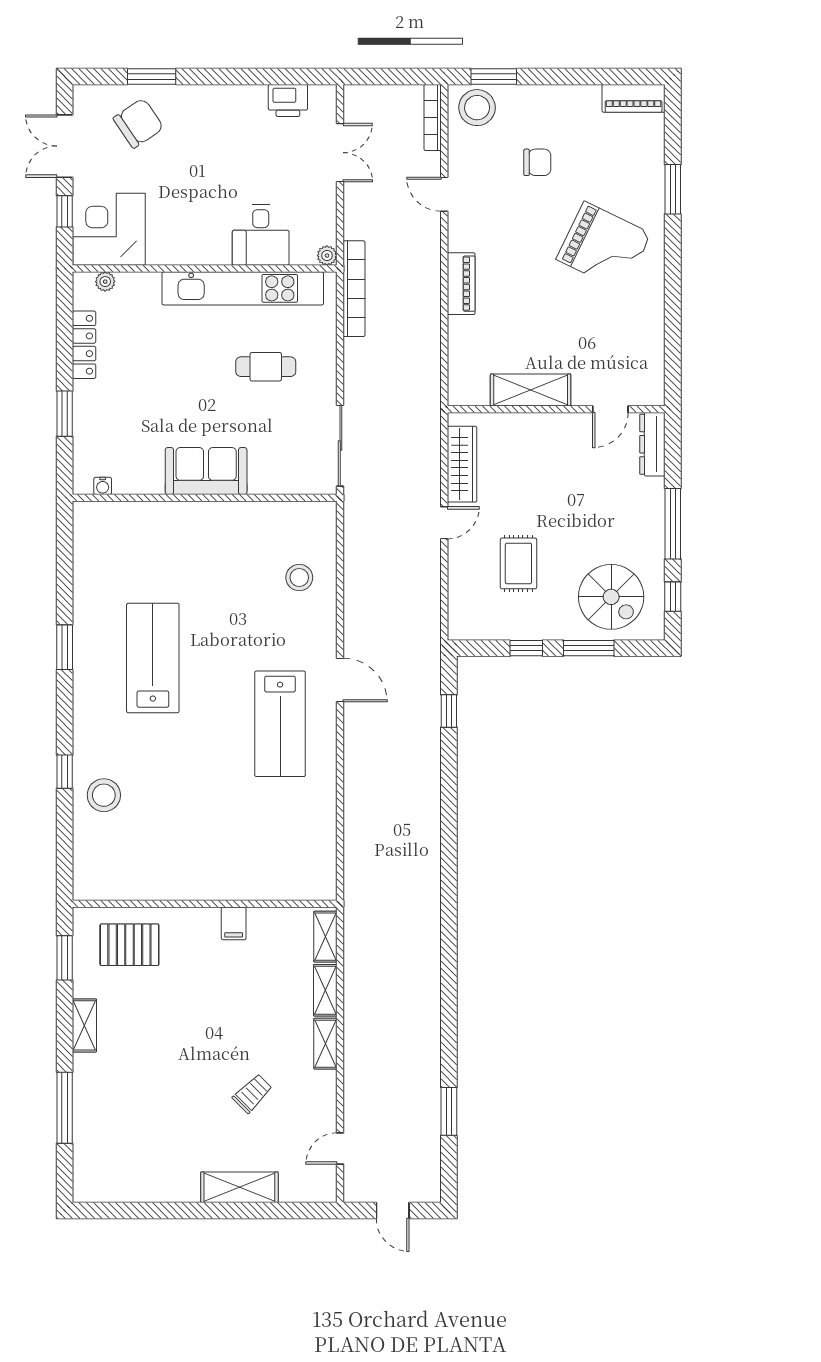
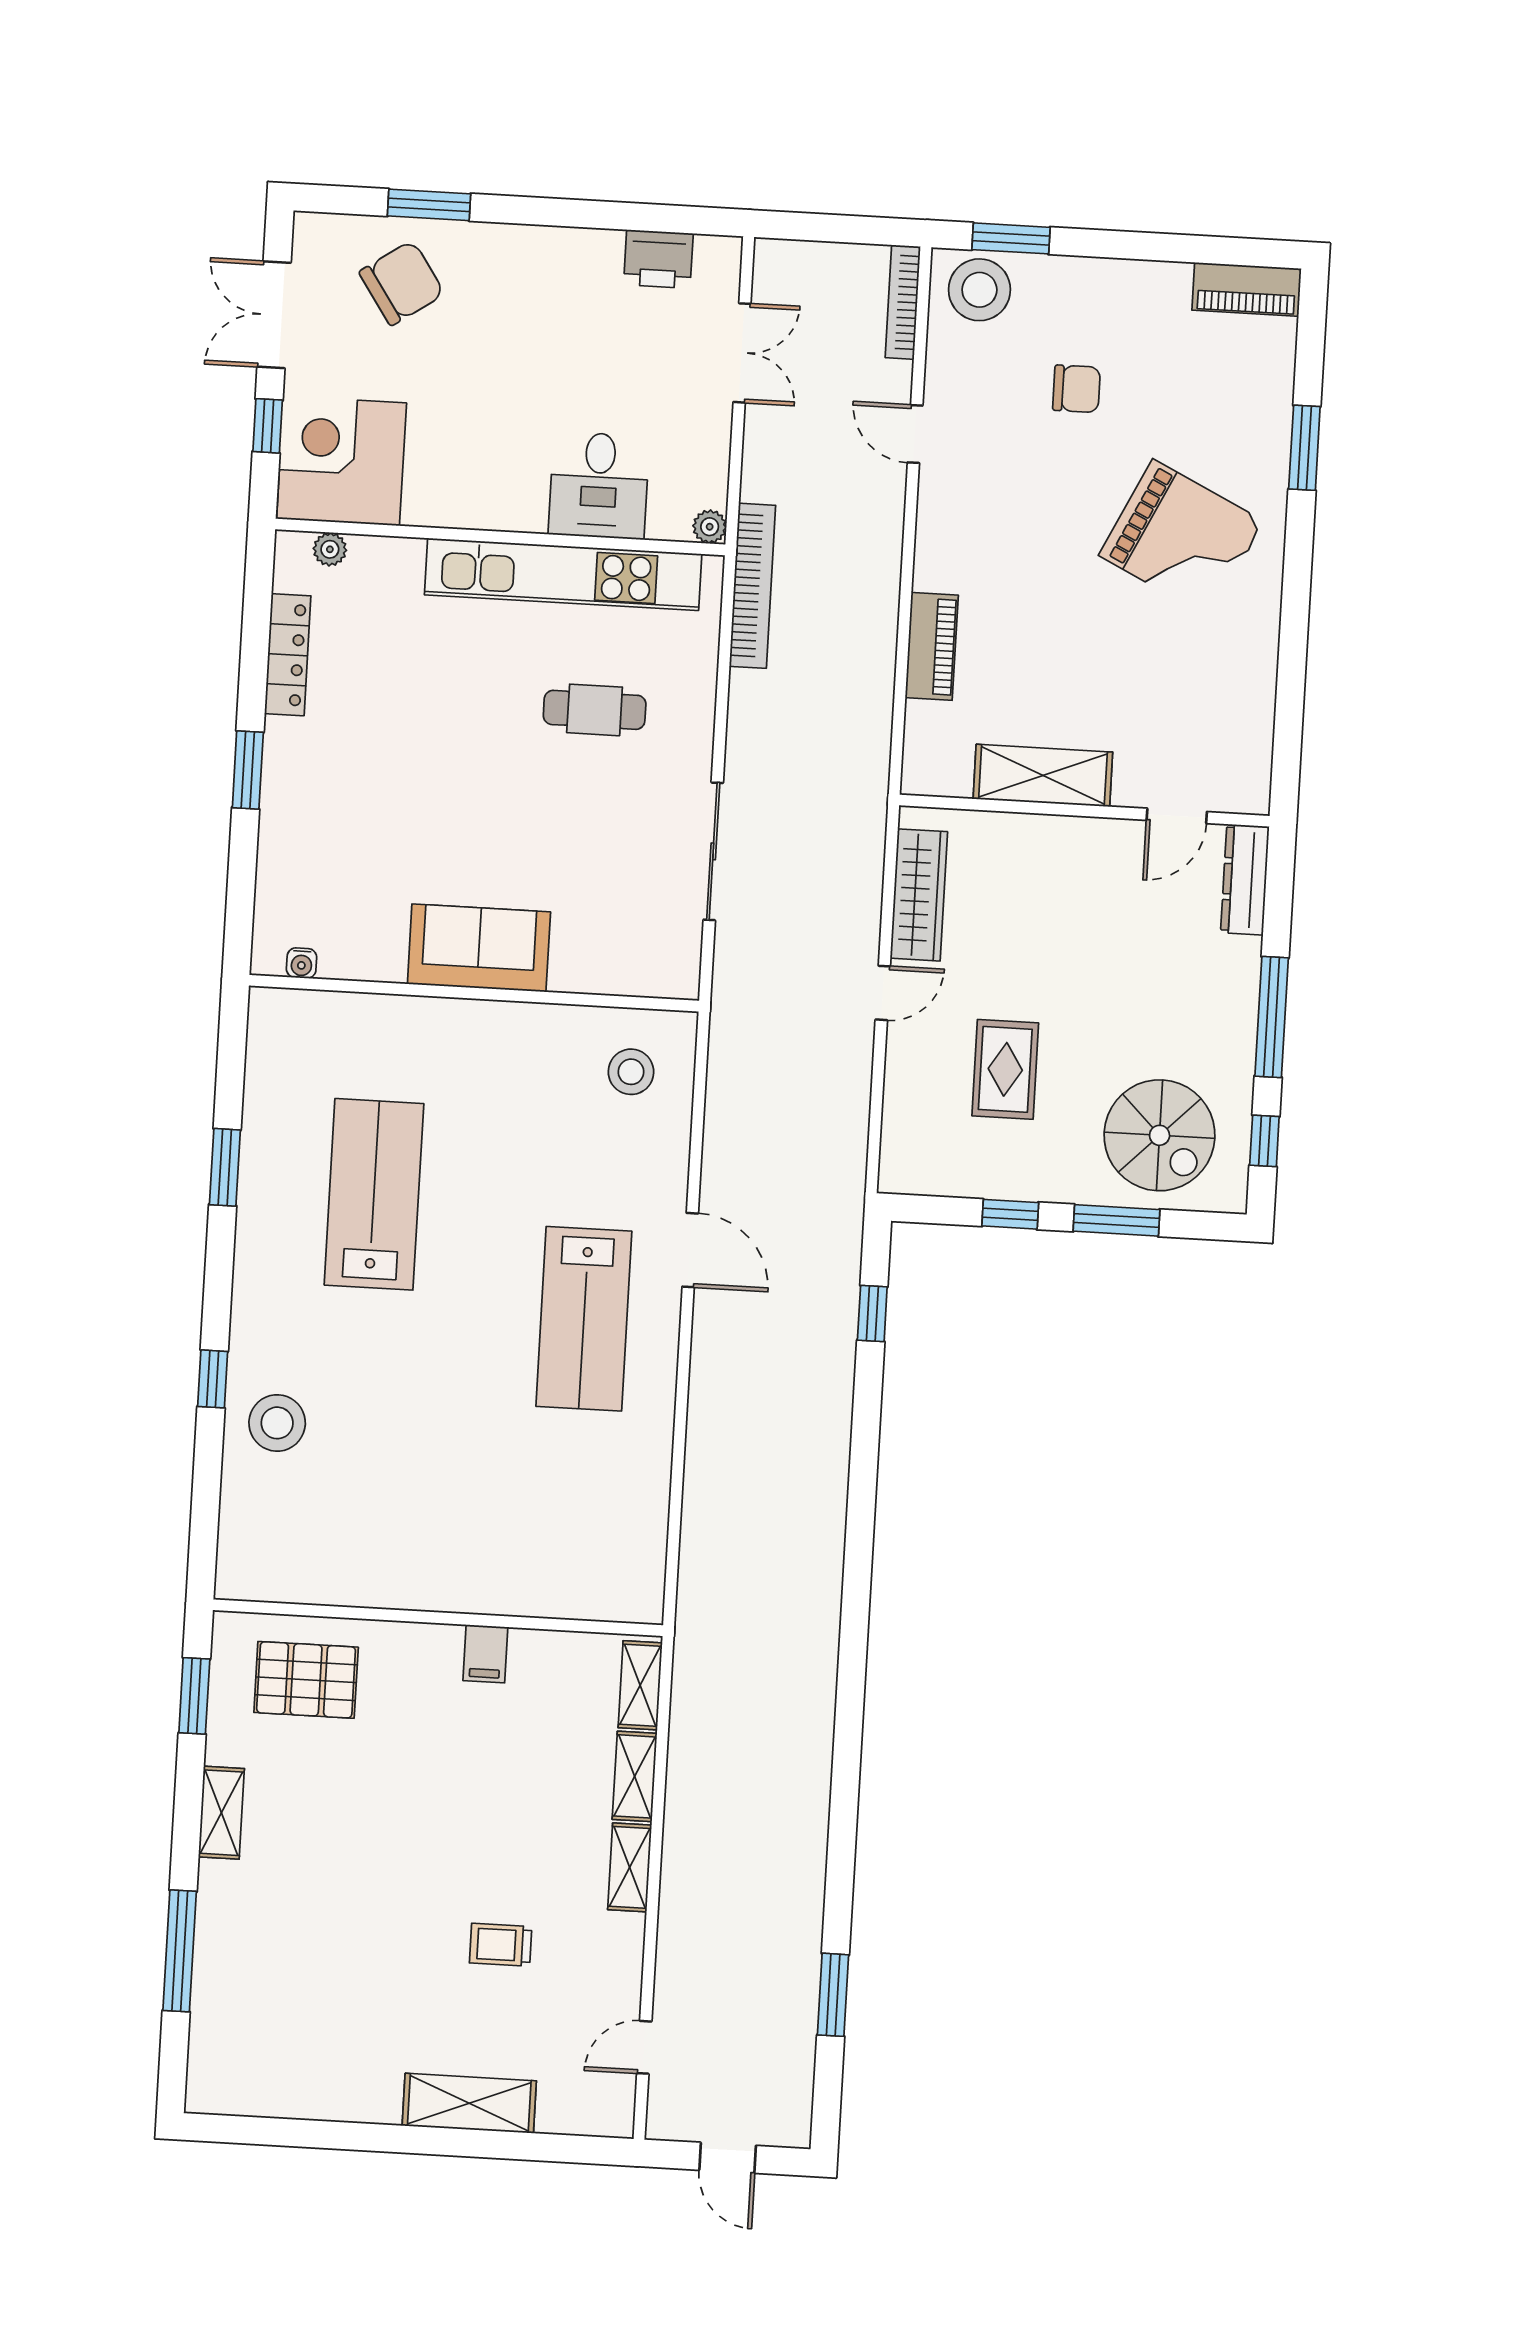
piano: (461, 284) -> (932, 646), moved
sofa: (206, 471) -> (479, 948), moved
water cooler: (103, 486) -> (302, 963), moved
wall: (205, 498) -> (474, 993), moved
trolley: (252, 1093) -> (501, 1945), turned -135

